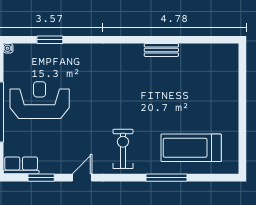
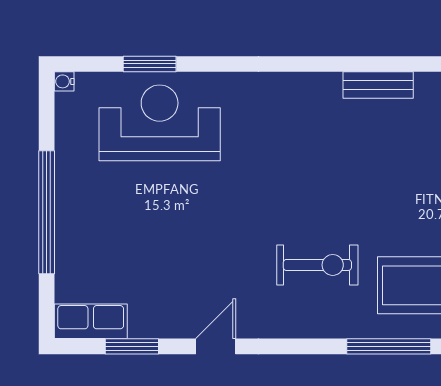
reception desk: (40, 100) -> (160, 123), moved
exercise bike: (123, 149) -> (317, 265), moved, turned 90

